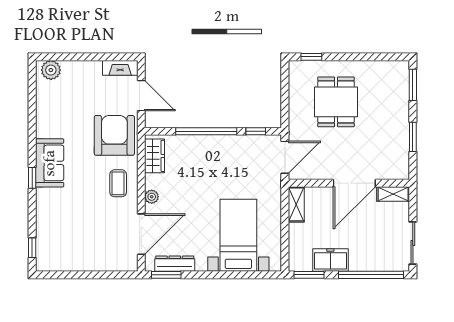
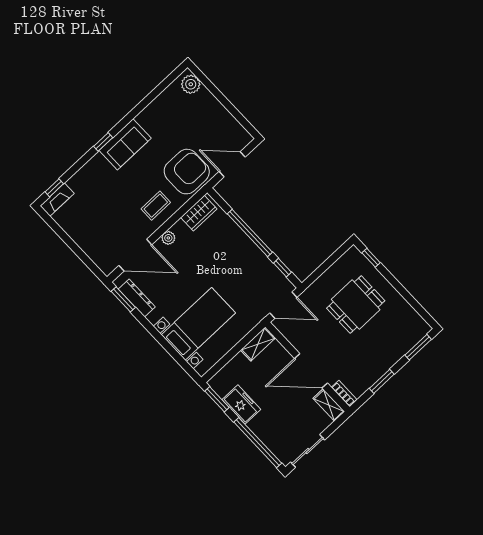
fireplace: (120, 68) -> (57, 200), moved, turned -90
door: (141, 96) -> (232, 164), swing flipped
bookcase: (395, 174) -> (344, 393), added

